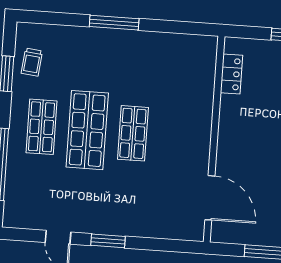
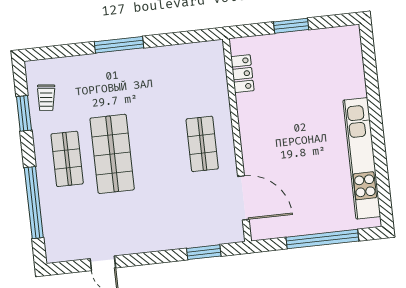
shop shelf: (133, 133) -> (202, 144), moved
window: (108, 241) -> (204, 252), moved

